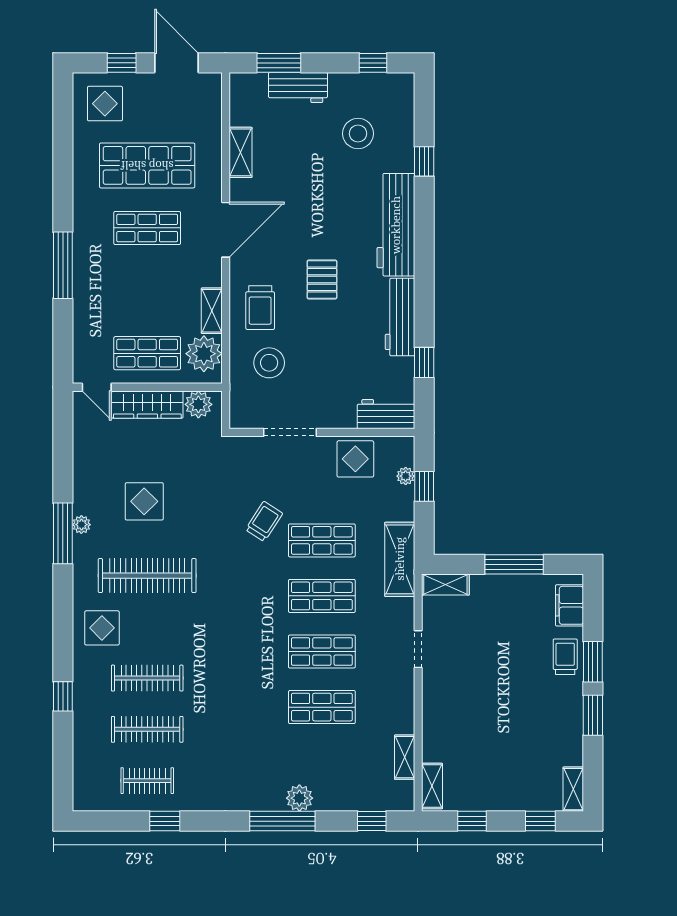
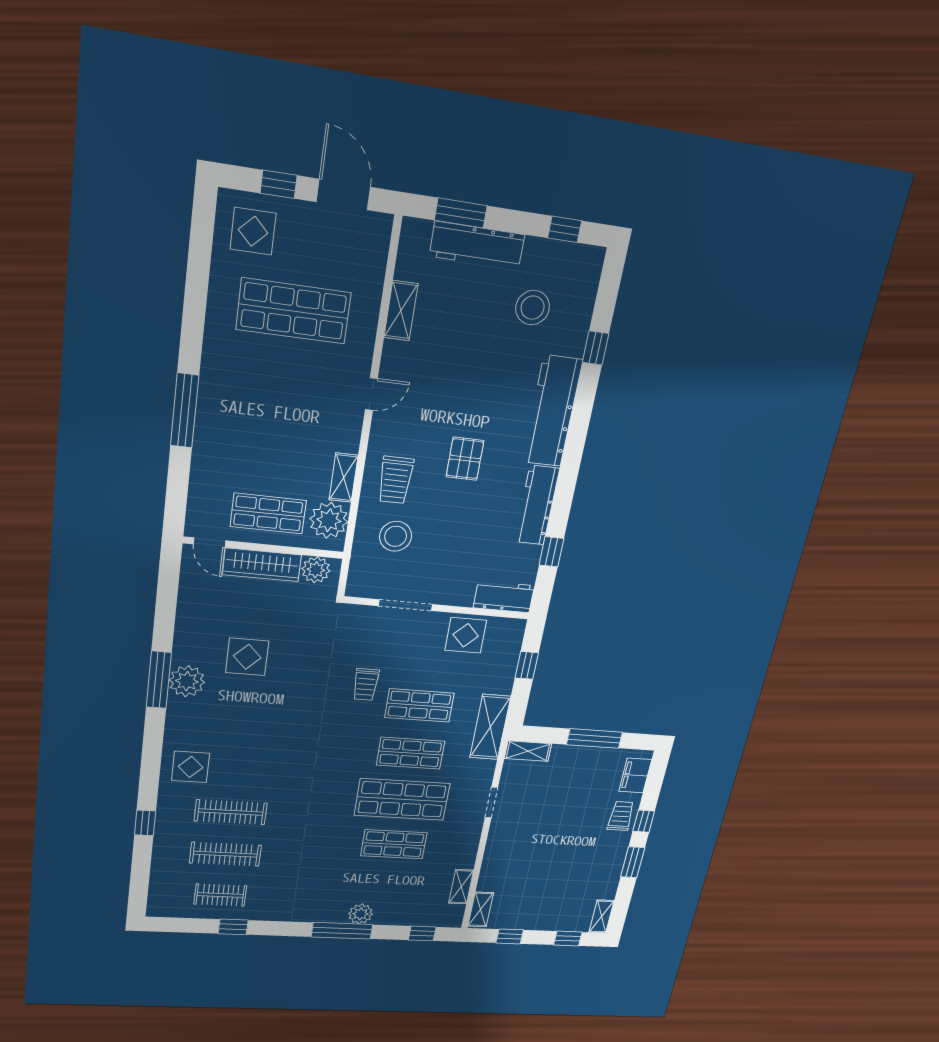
workbench: (298, 87) -> (477, 245), width x1.38
shop shelf: (147, 228) -> (285, 381), removed
door: (226, 230) -> (371, 394), width x0.53
plant: (406, 476) -> (511, 655), removed
trolley: (264, 521) -> (366, 684), turned 147
plant: (81, 525) -> (187, 681), width x1.87, depth x1.87
clothes rail: (147, 576) -> (242, 724), removed
shop shelf: (322, 652) -> (402, 799), width x1.43, depth x1.36
window: (593, 662) -> (644, 821), width x0.67

